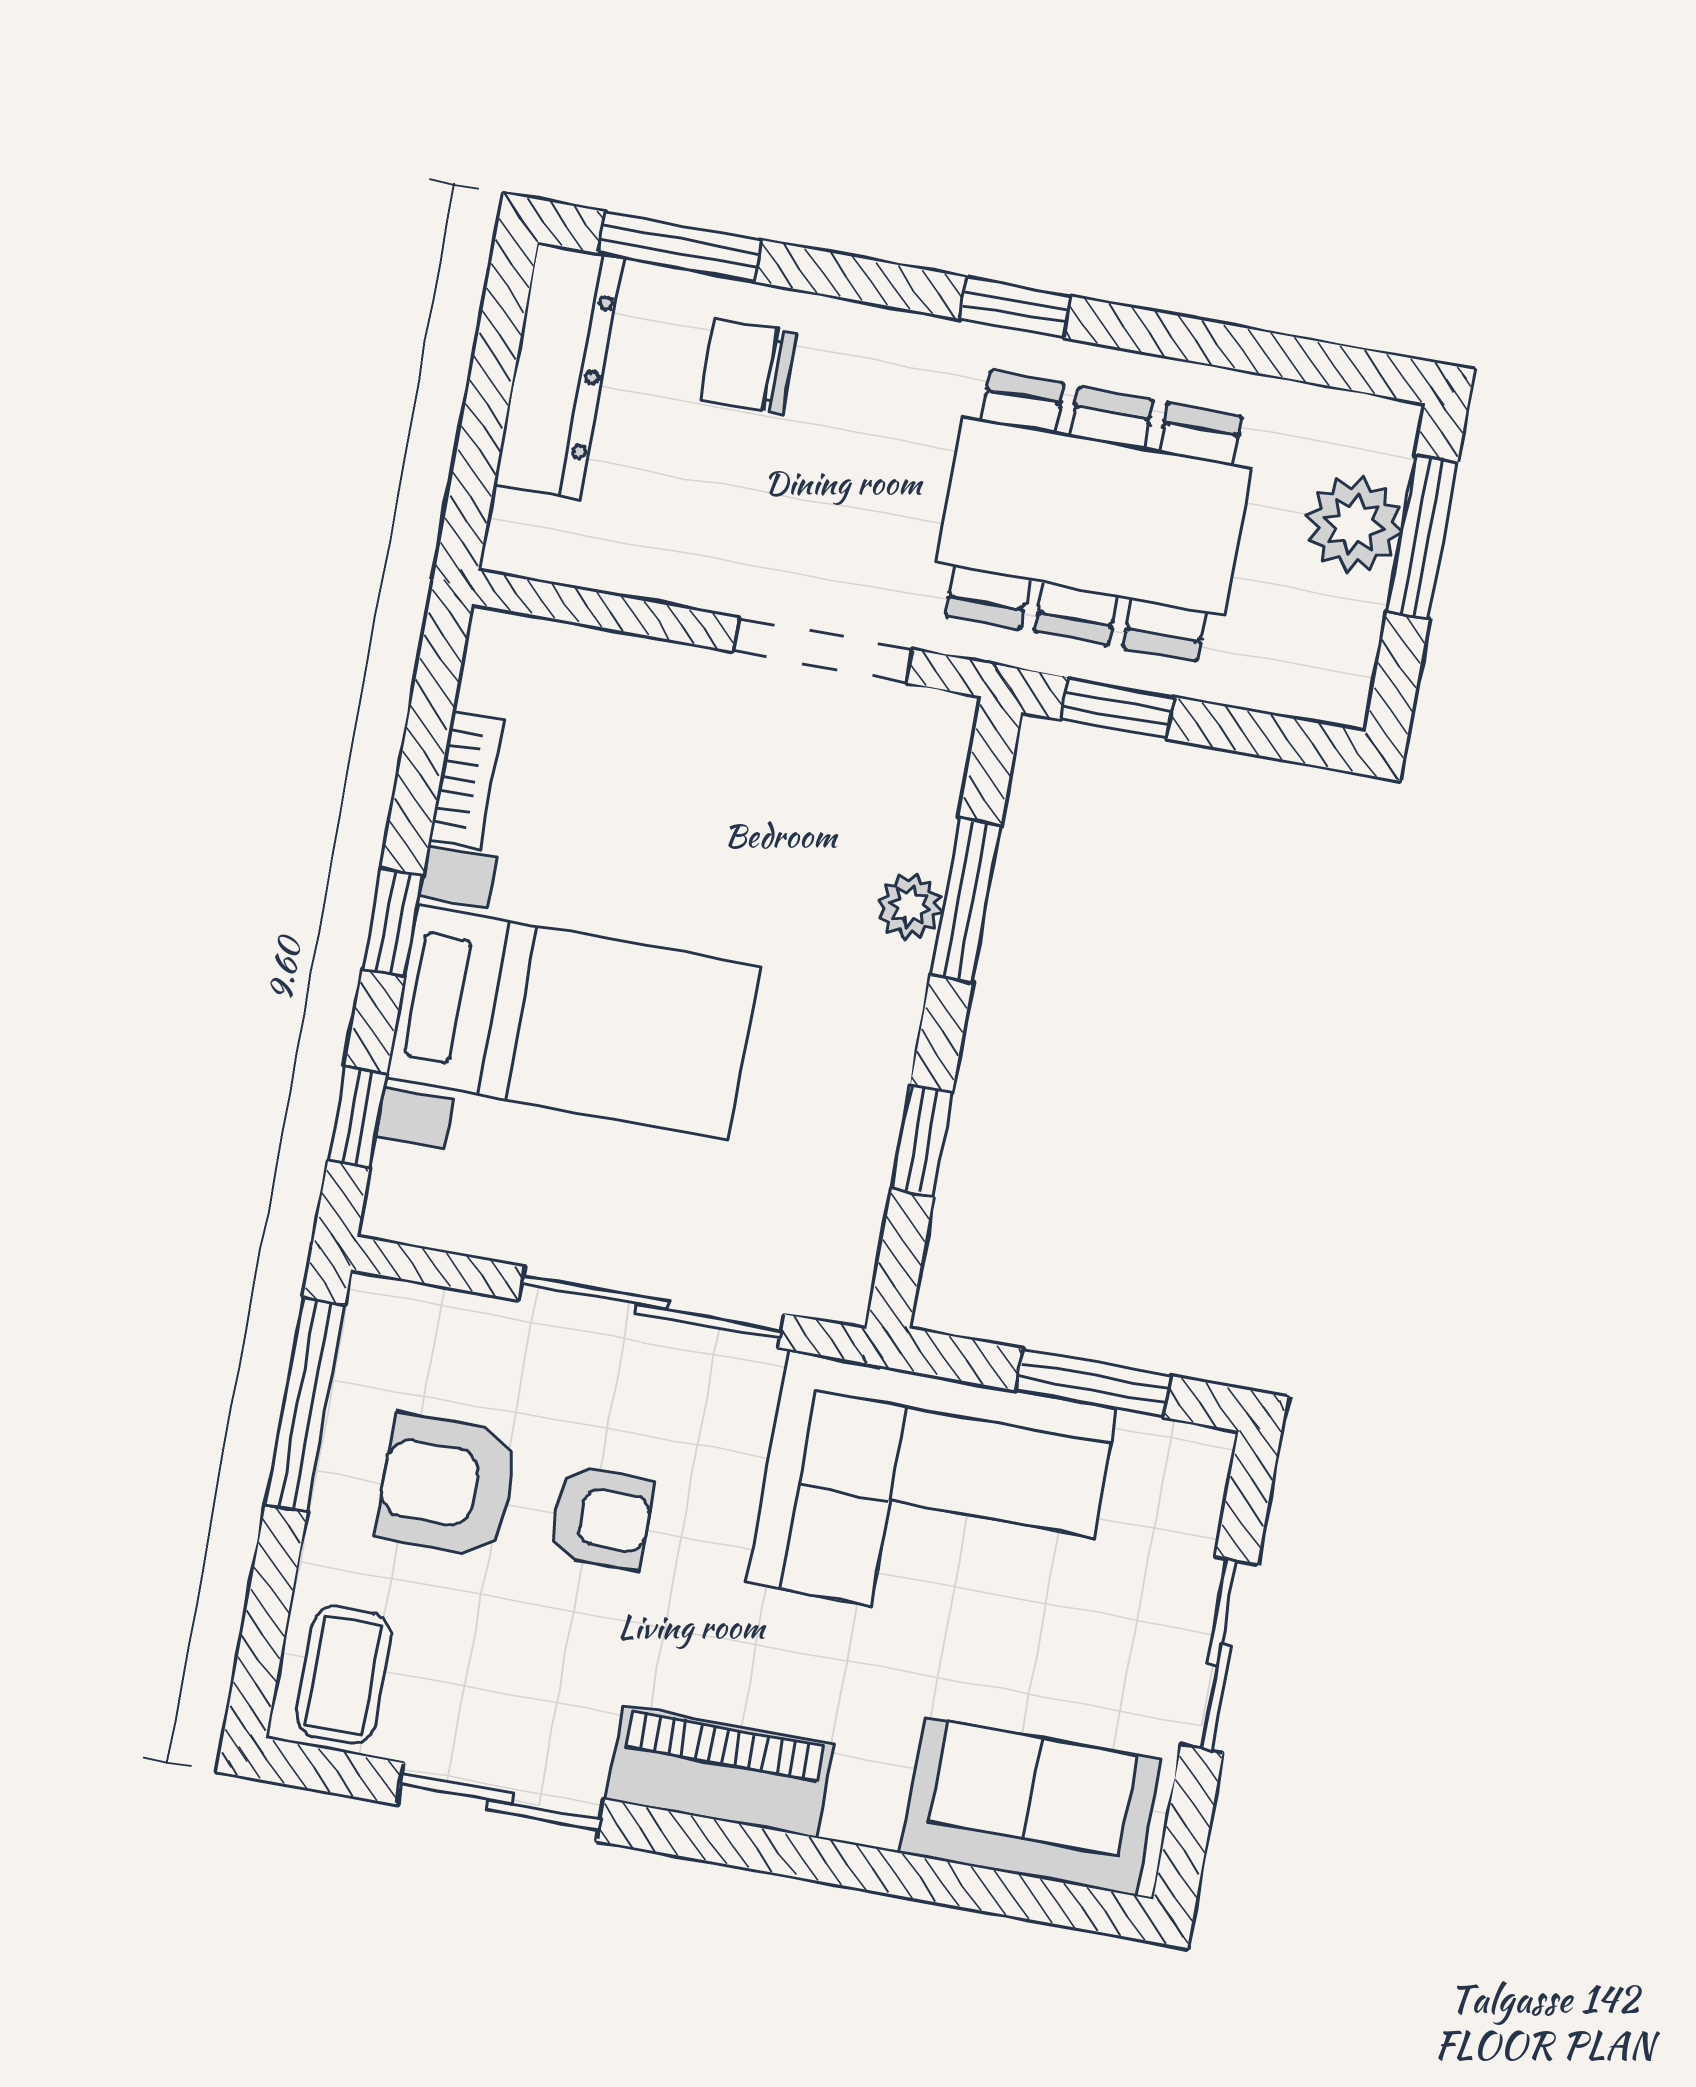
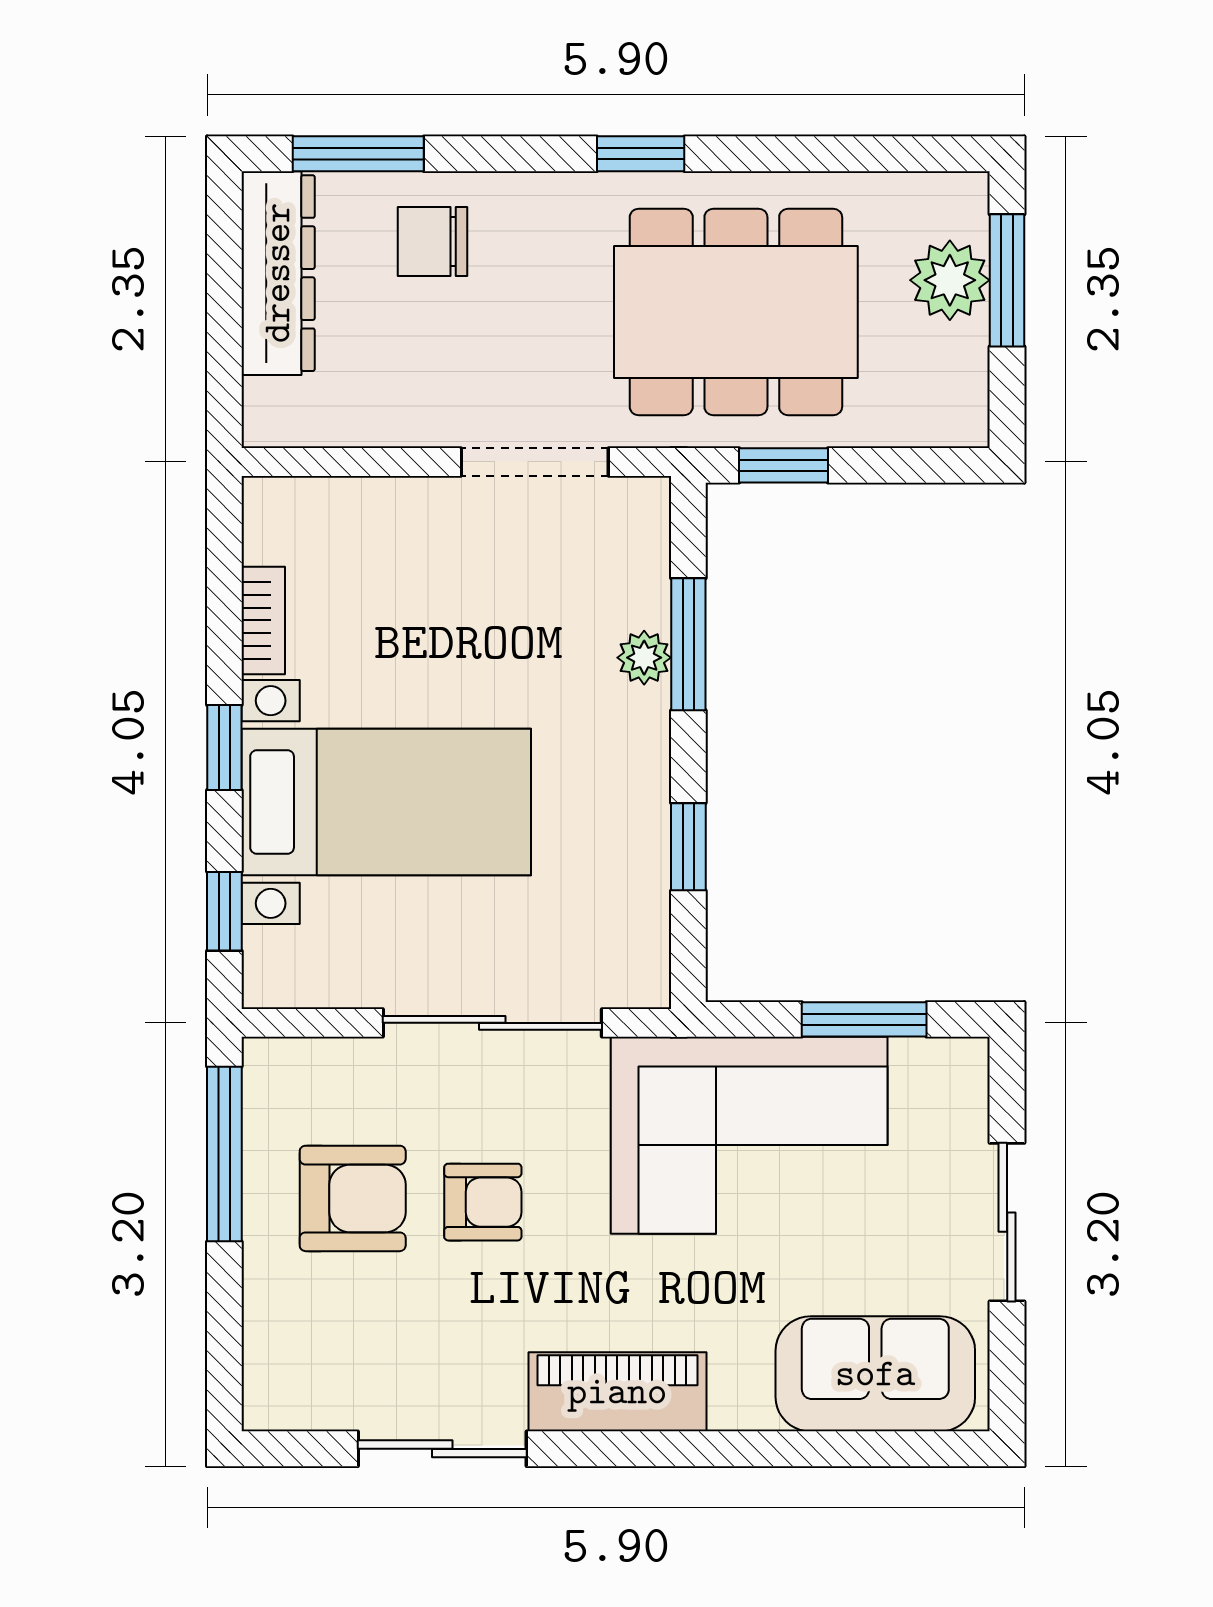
armchair: (448, 1485) -> (353, 1198), turned 180
coffee table: (344, 1675) -> (296, 1369), removed

